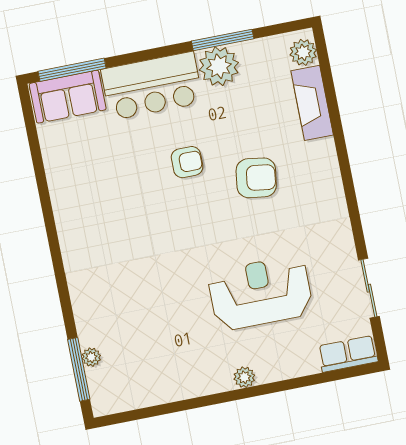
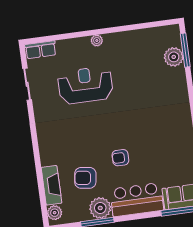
armchair: (256, 178) -> (85, 178), moved
reception desk: (260, 293) -> (85, 85), turned 180
plant: (91, 357) -> (174, 57), width x1.88, depth x1.88

